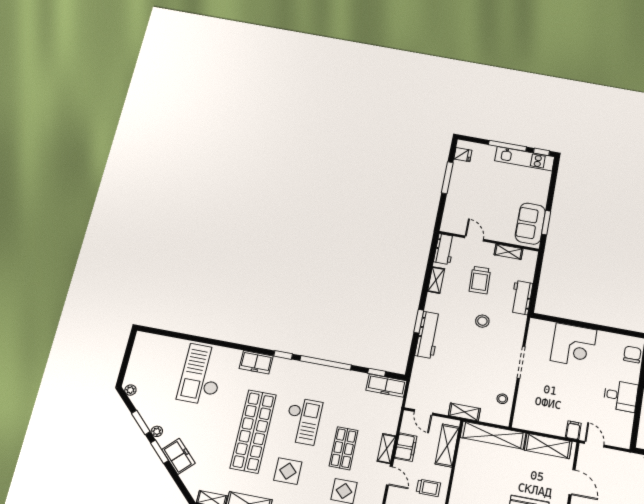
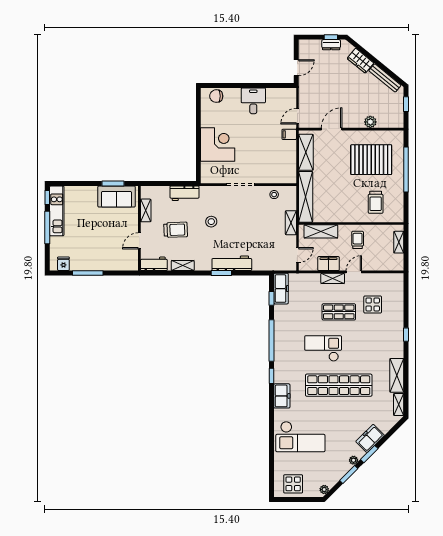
display table: (288, 471) -> (293, 484), moved

